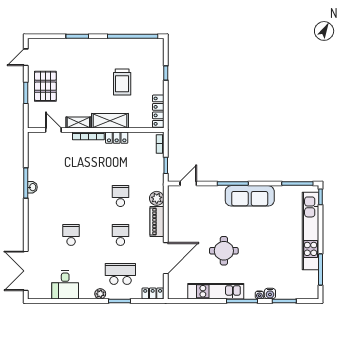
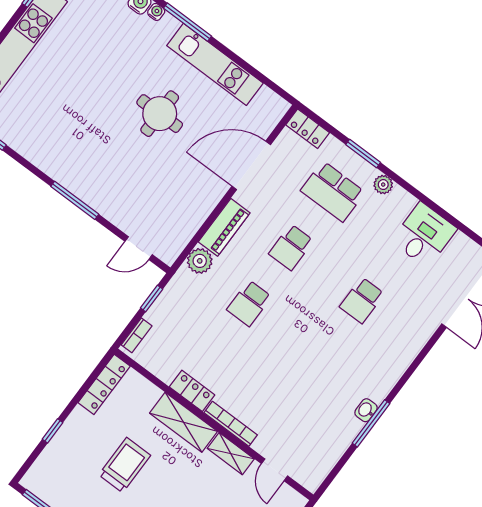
sofa: (250, 196) -> (64, 165), removed

